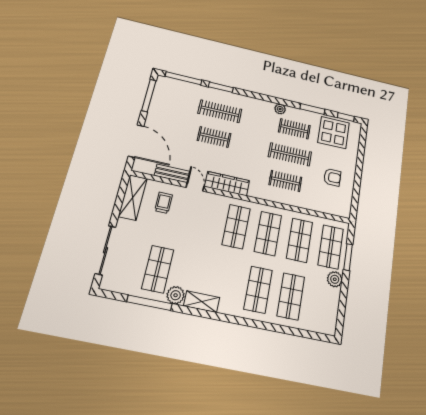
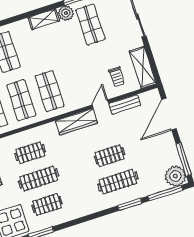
plant: (280, 109) -> (175, 176), moved, width x1.88, depth x1.88
door: (136, 141) -> (169, 114), hinge flipped
door: (195, 187) -> (100, 104), swing flipped

